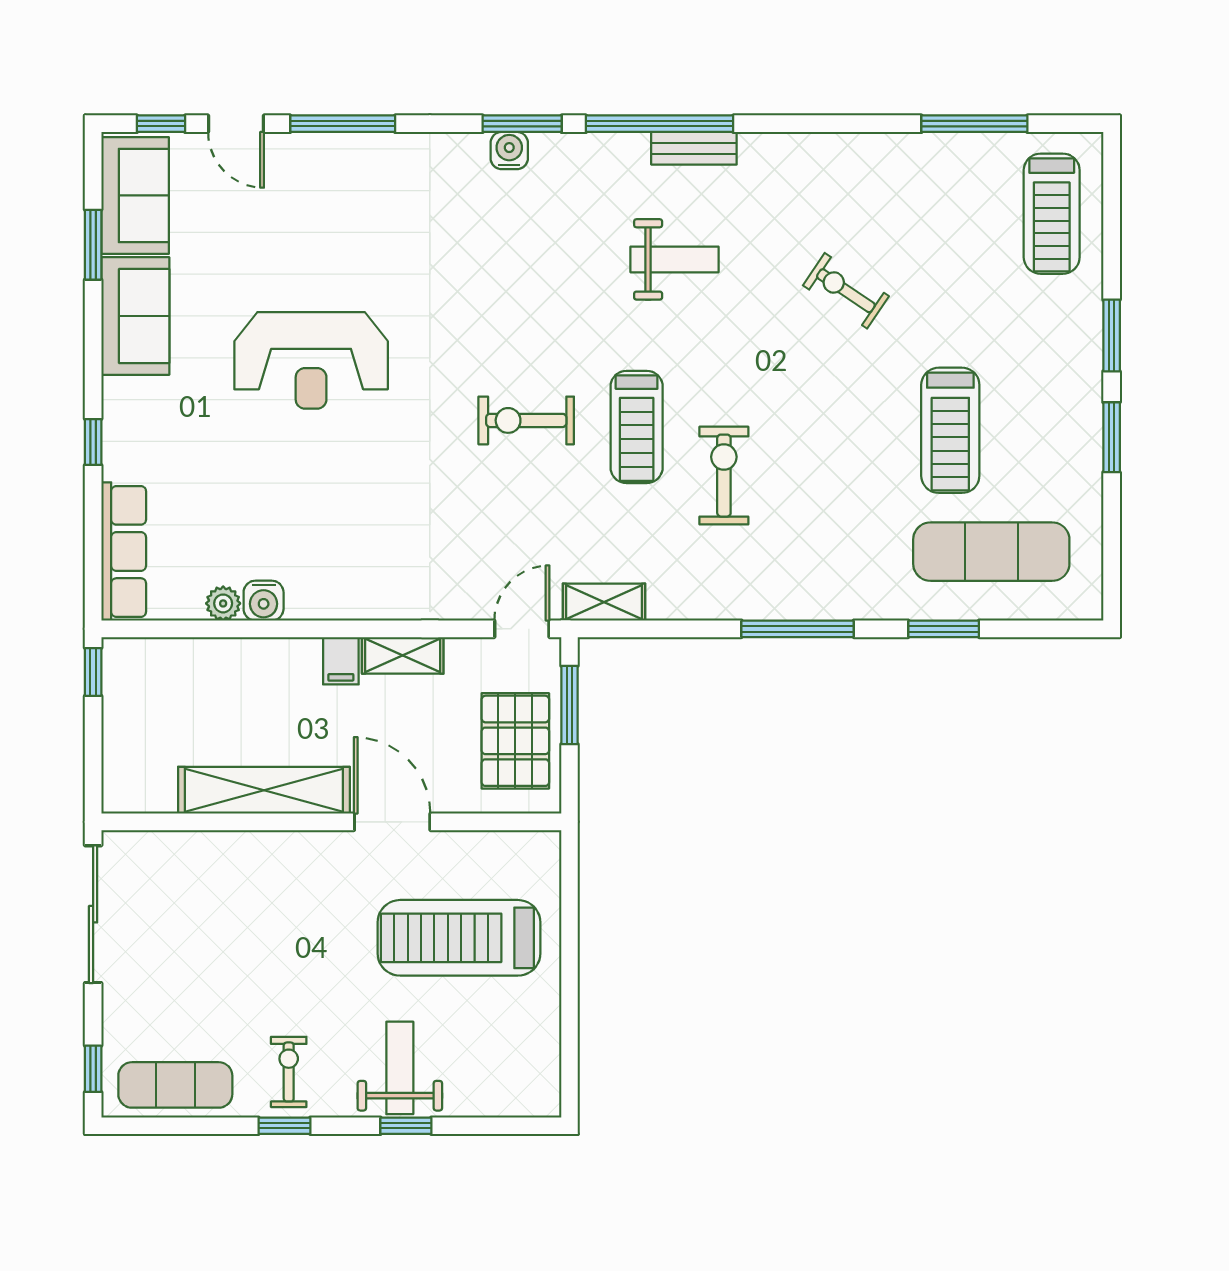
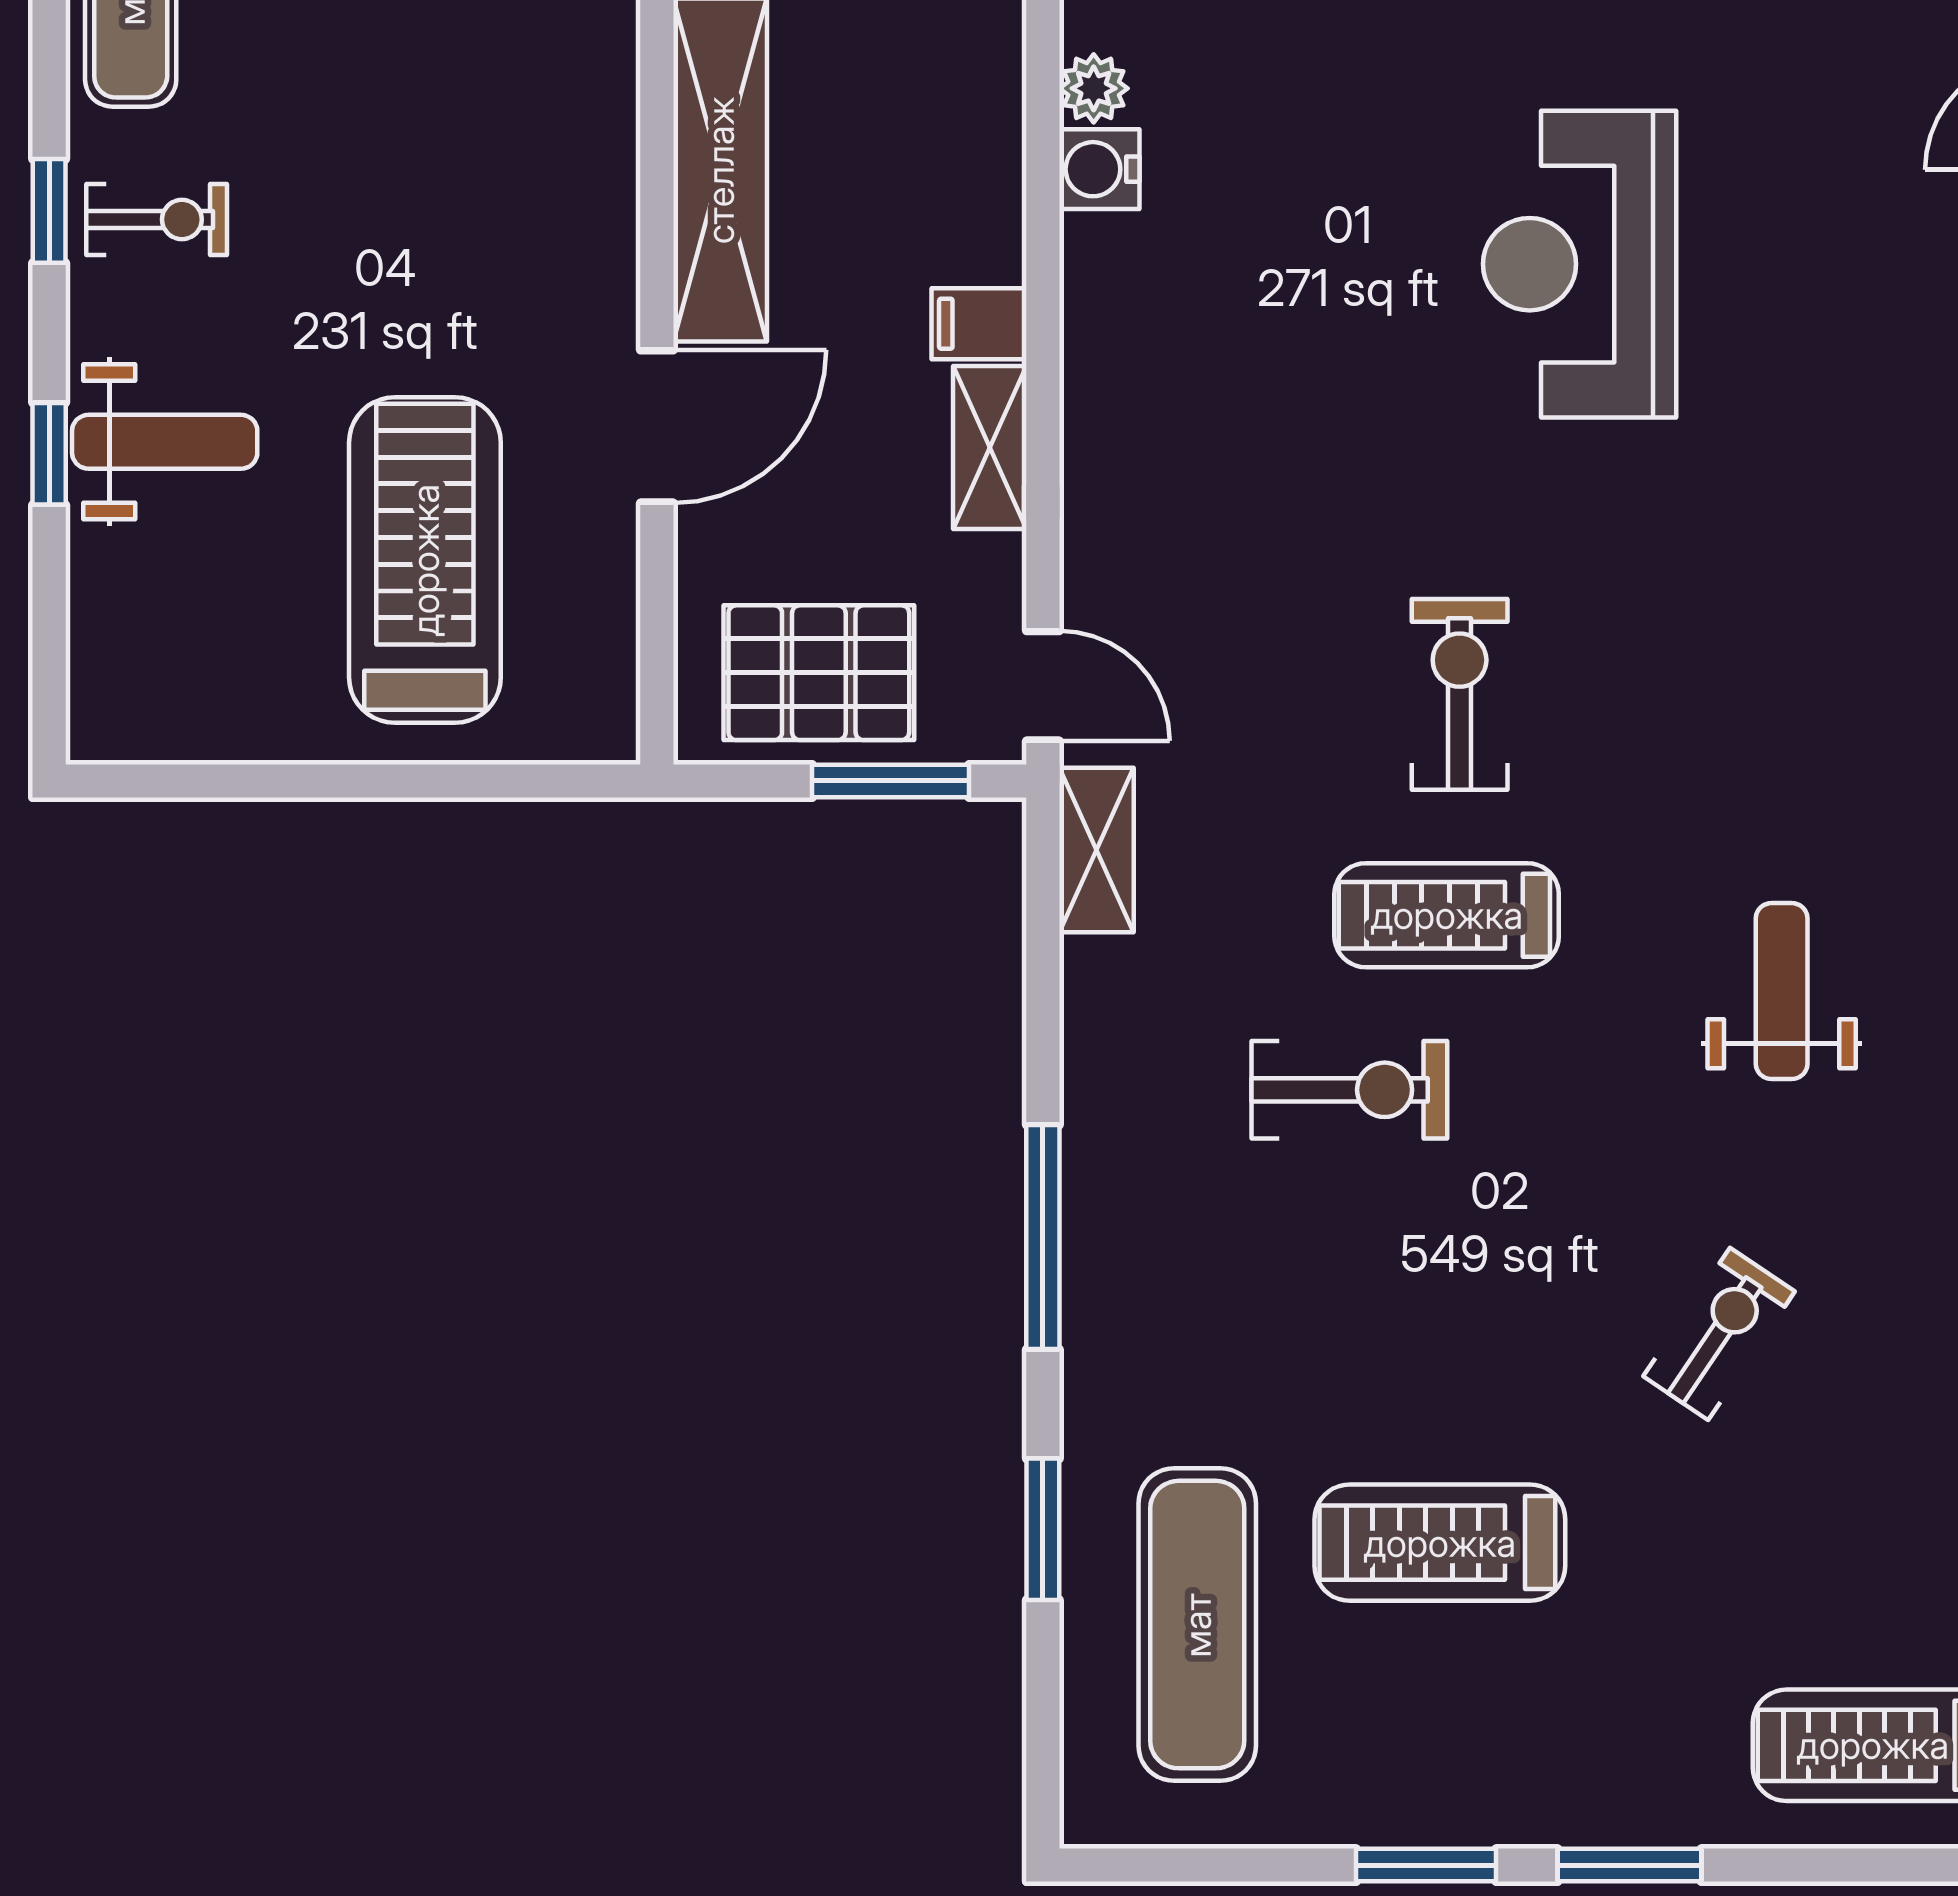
weight bench: (675, 259) -> (1782, 991), turned 180

